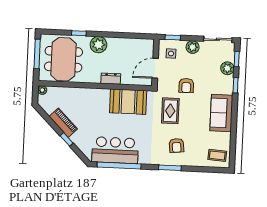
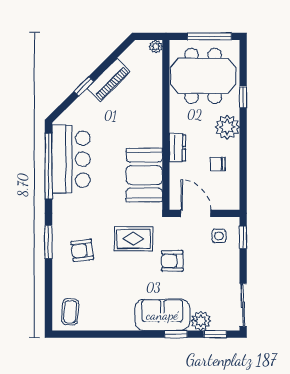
plant: (193, 47) -> (230, 268), removed
chair: (123, 52) -> (218, 164), added
sofa: (221, 113) -> (162, 315), moved

